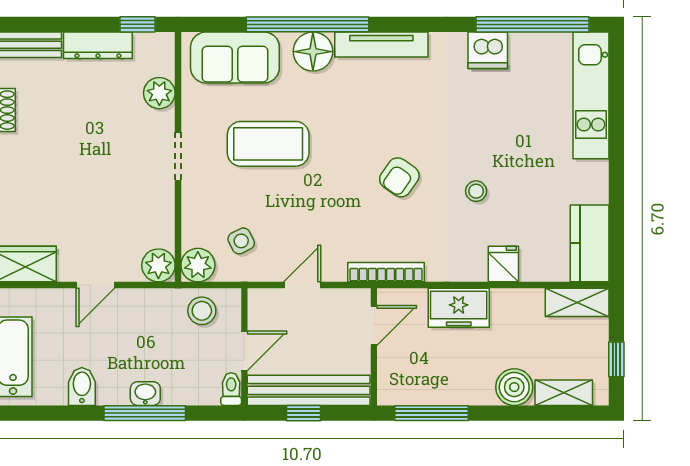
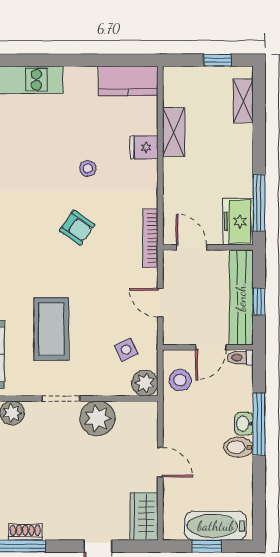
plant: (158, 265) -> (97, 418), moved, width x1.36, depth x1.36
shelving: (577, 302) -> (174, 132), moved
freezer: (459, 308) -> (238, 222), moved, turned 180
door: (244, 351) -> (211, 347), swing flipped
bidet: (82, 386) -> (238, 447), moved
boiler: (514, 387) -> (239, 139), removed

